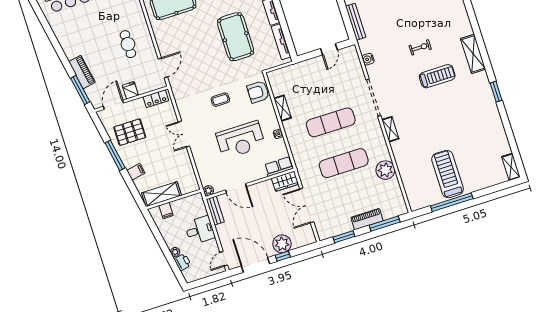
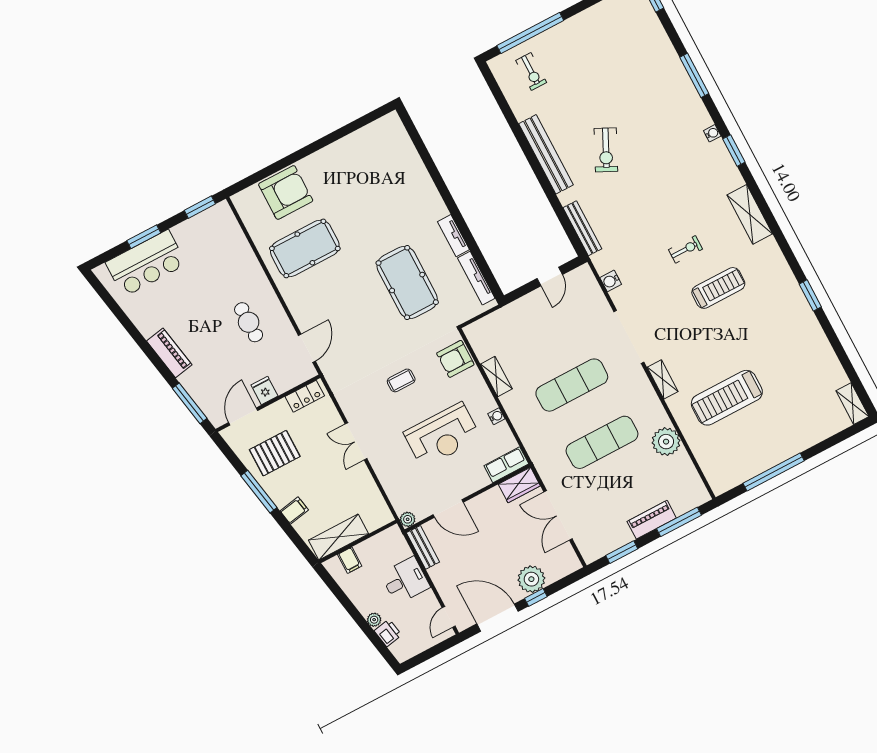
shelving: (473, 54) -> (750, 214), moved
piano: (82, 72) -> (169, 353), moved
treadmill: (448, 174) -> (727, 398), moved, turned -90

